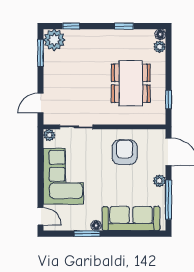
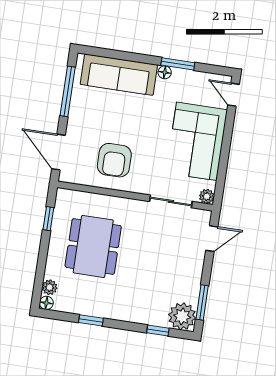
plant: (159, 181) -> (76, 117), removed

